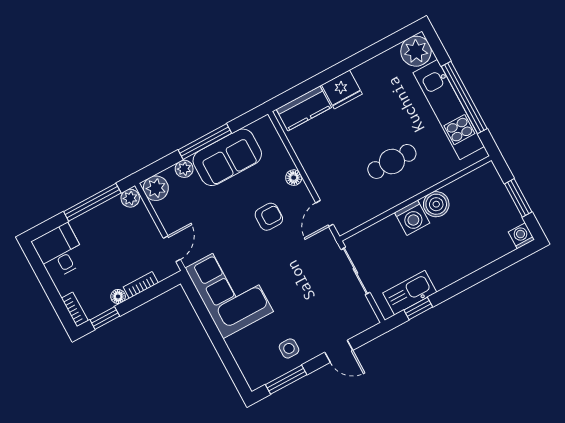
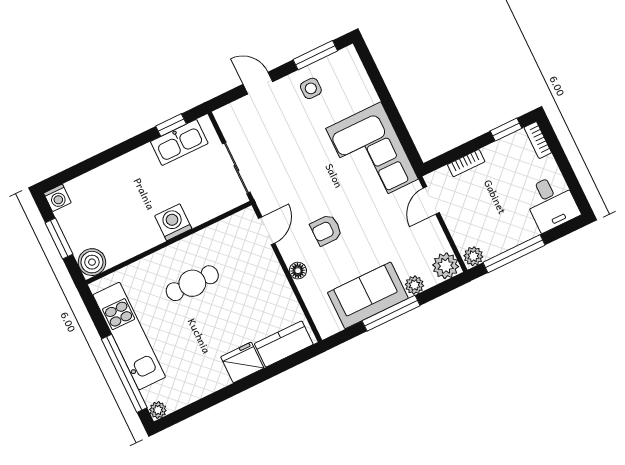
plant: (416, 51) -> (158, 410), width x0.53, depth x0.53
window: (464, 97) -> (124, 373), moved
boiler: (436, 204) -> (92, 262), moved
floor lamp: (118, 297) -> (491, 152), removed

